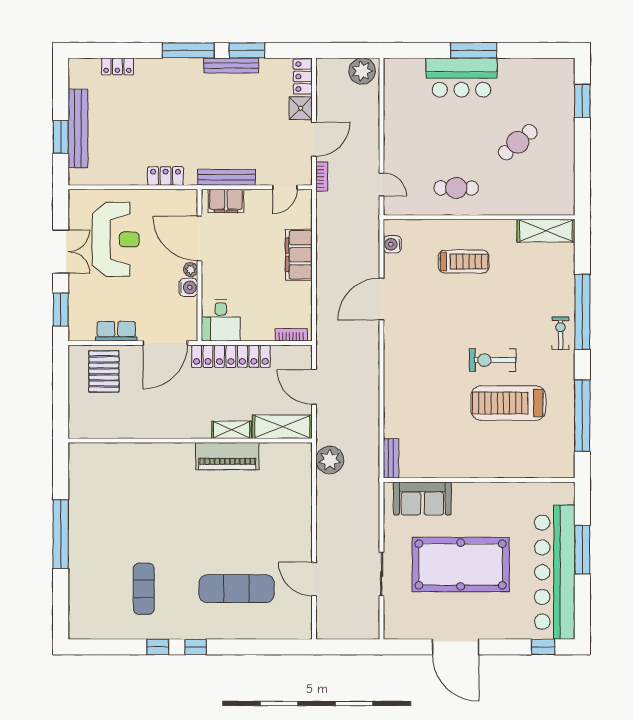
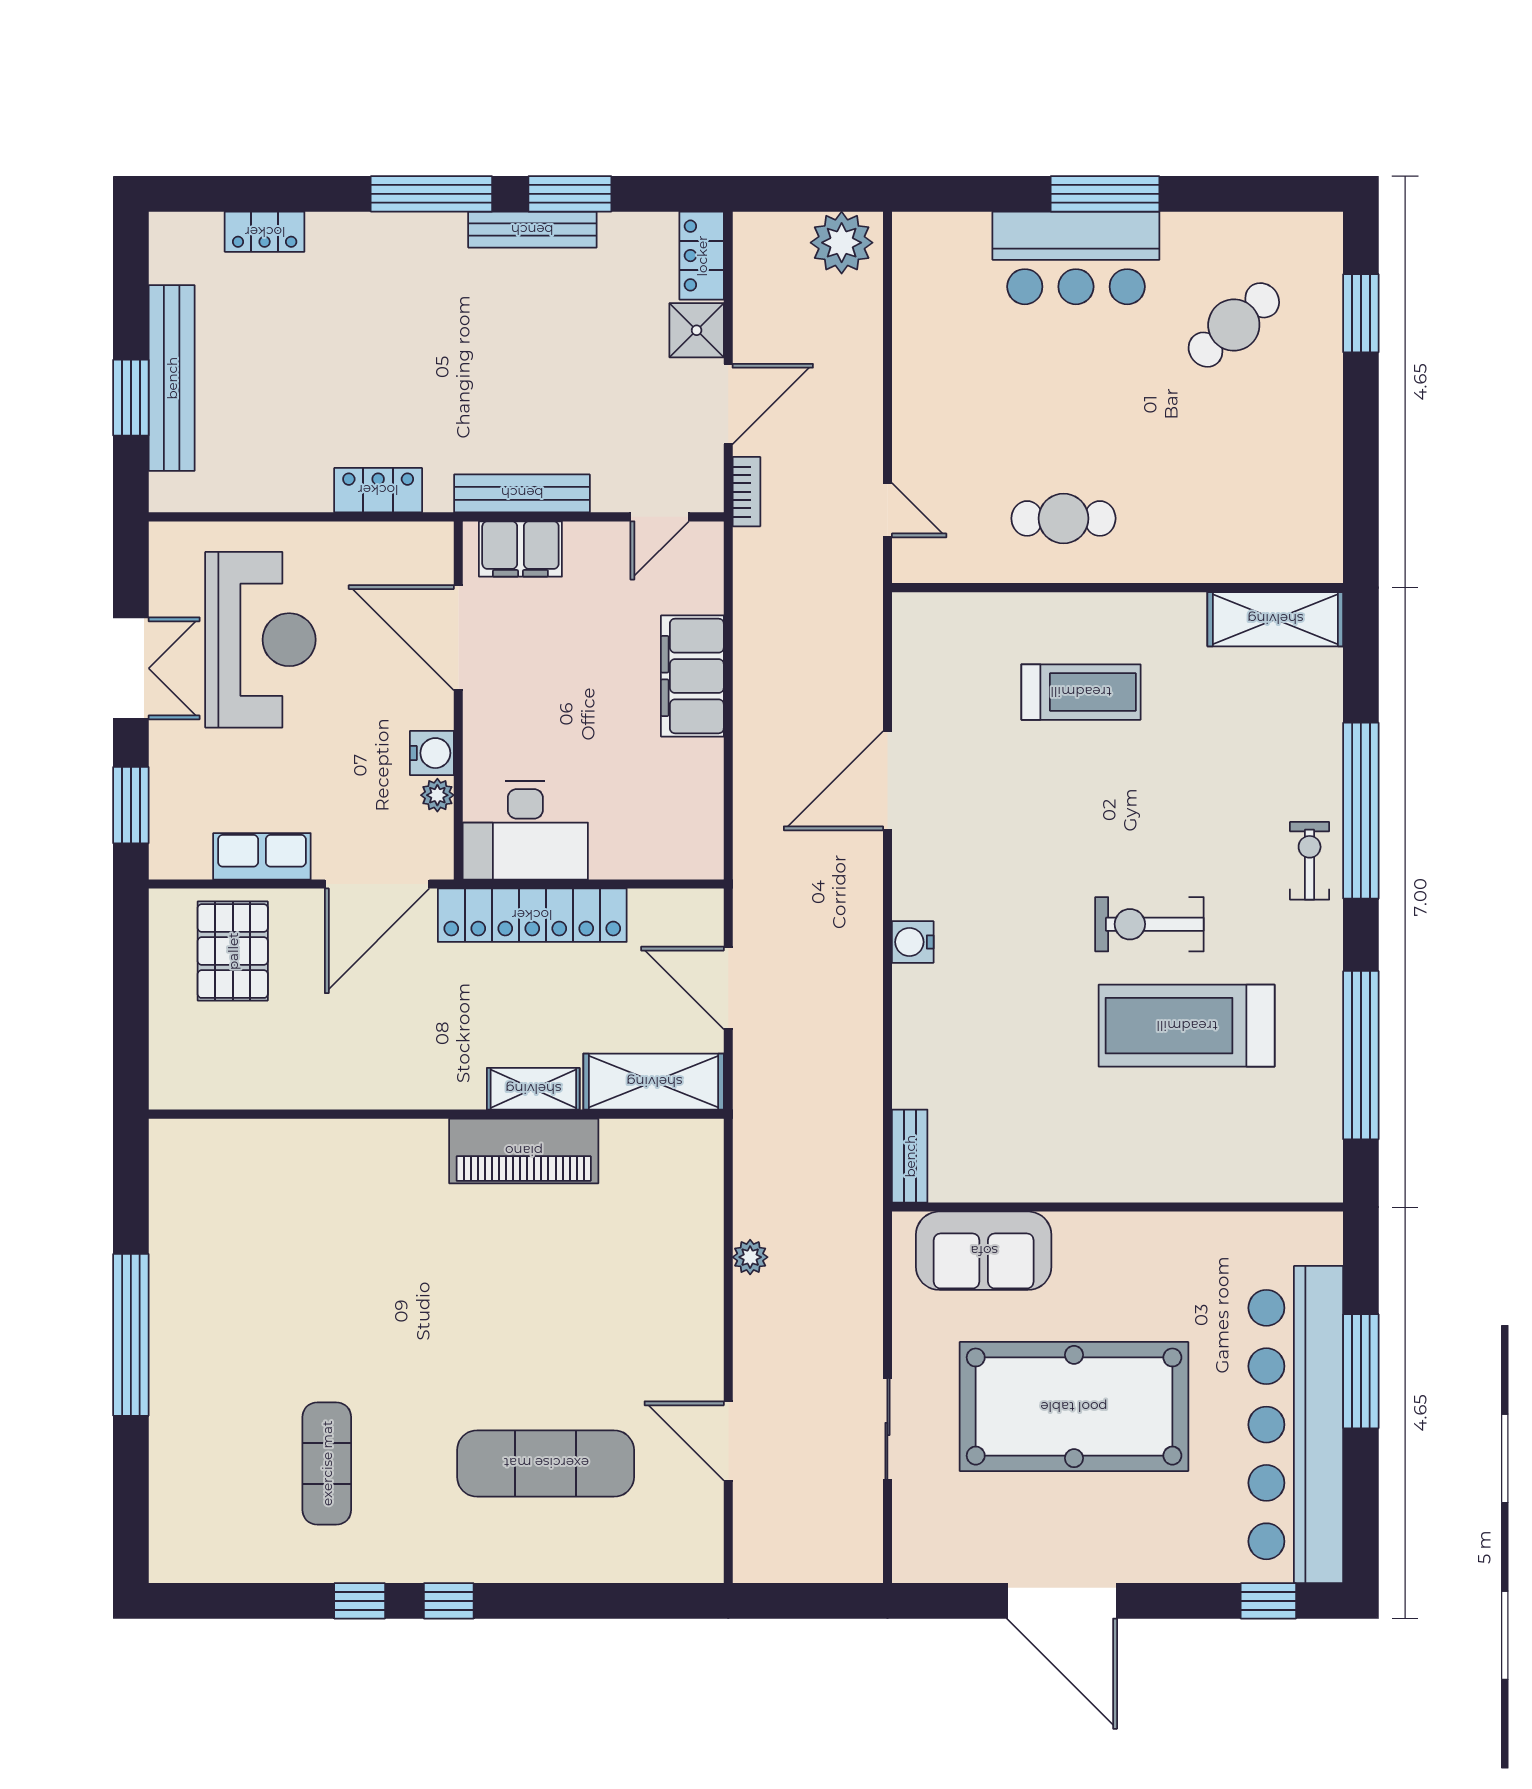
cafe table: (518, 142) -> (1234, 325), moved
water cooler: (392, 244) -> (913, 942), moved
plant: (191, 270) -> (437, 795), moved
desk: (221, 320) -> (525, 830), width x1.37
bookcase: (291, 335) -> (675, 865), removed
plant: (330, 460) -> (750, 1257), moved, width x0.53, depth x0.53

